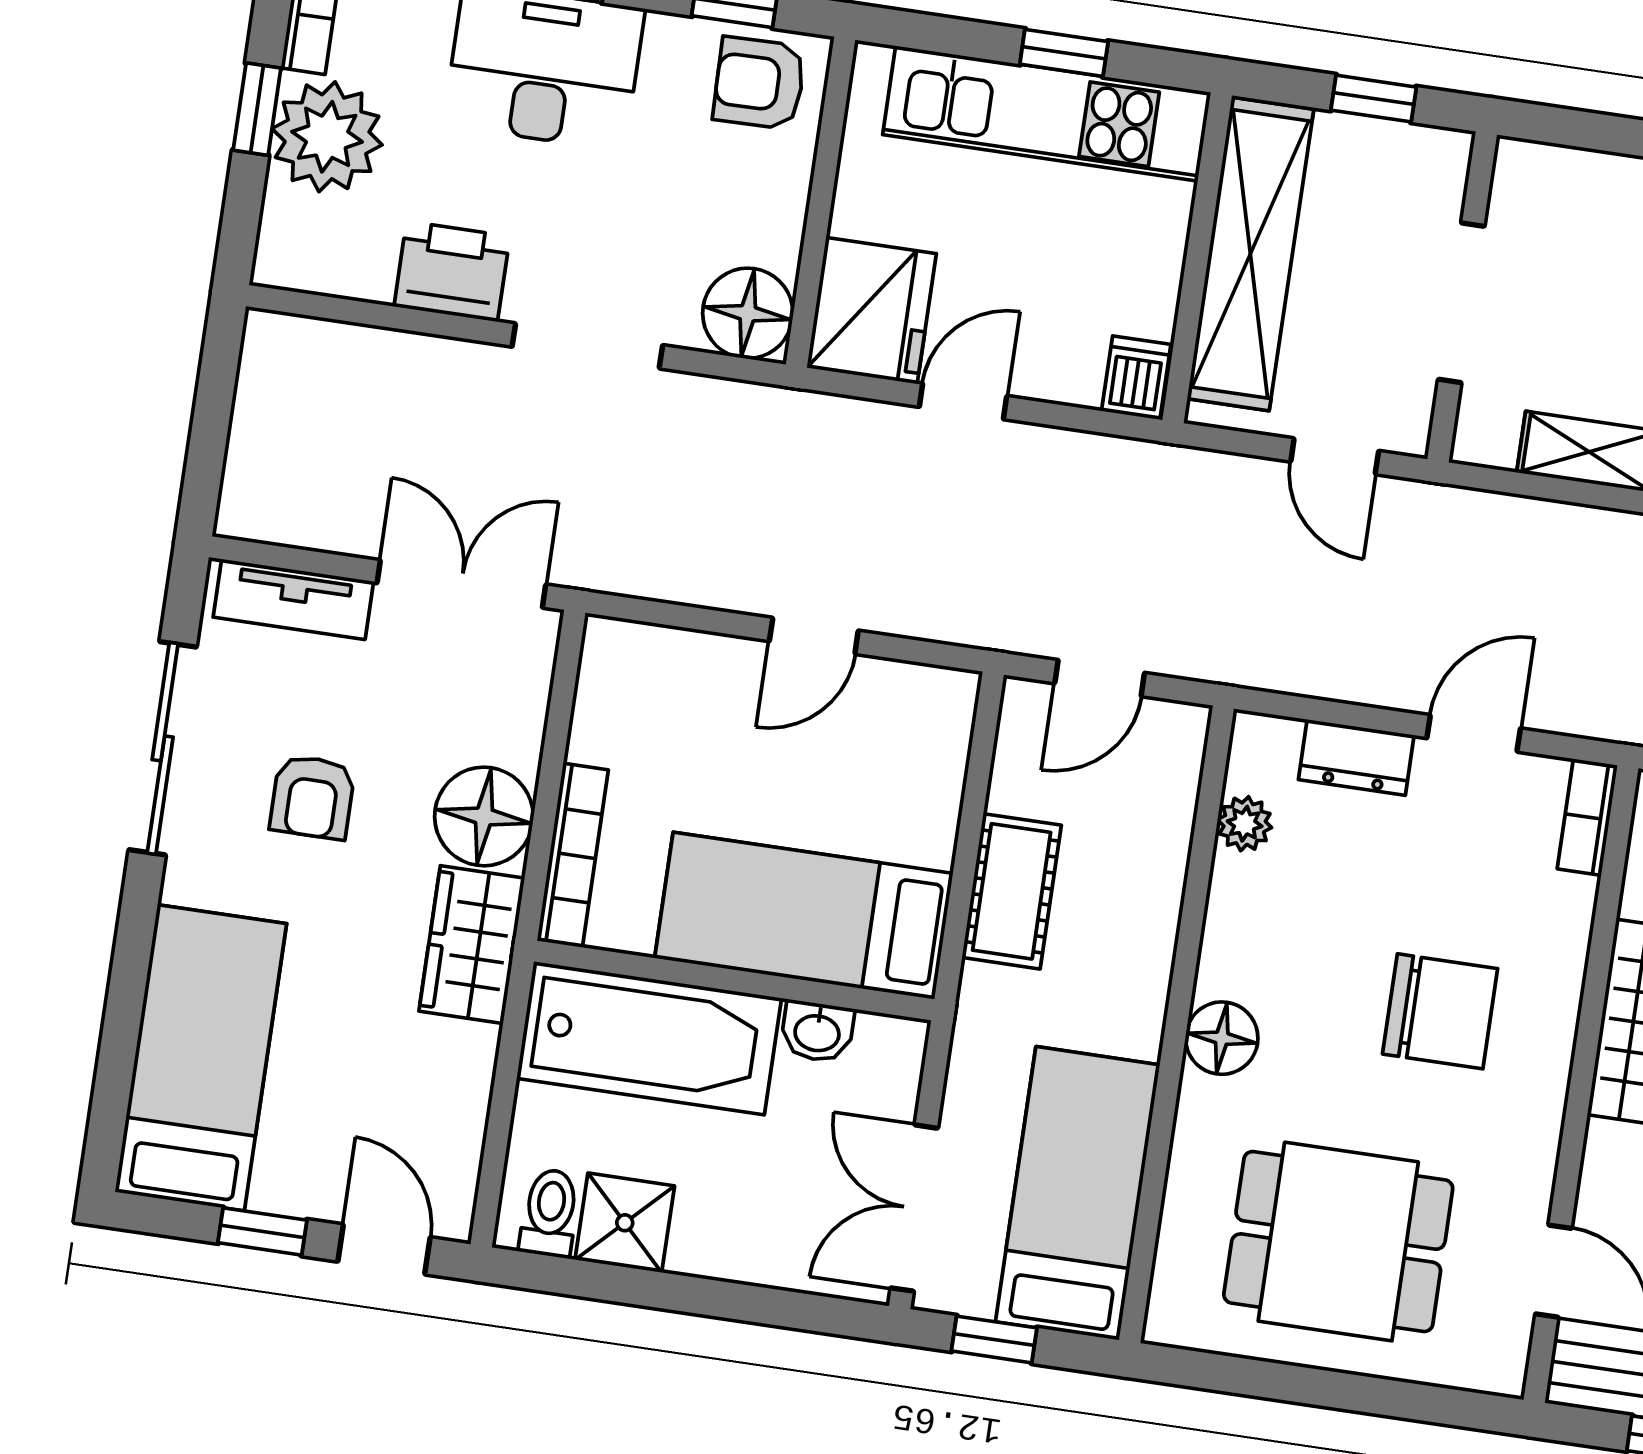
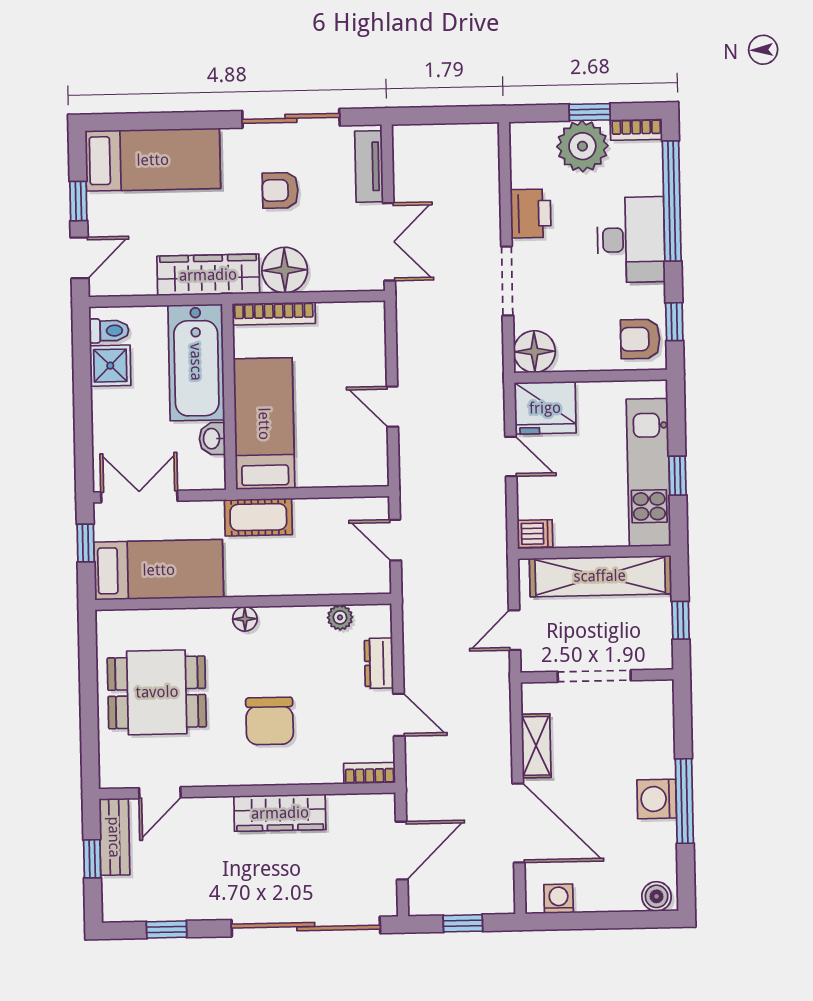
armchair: (759, 83) -> (640, 339), turned -89
cot: (1012, 891) -> (258, 517), moved
wardrobe: (472, 945) -> (208, 275), width x1.50
floor lamp: (1222, 1038) -> (245, 619), width x0.73, depth x0.73
dining table: (1338, 1242) -> (157, 692), turned 90

